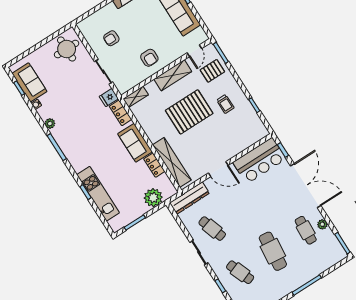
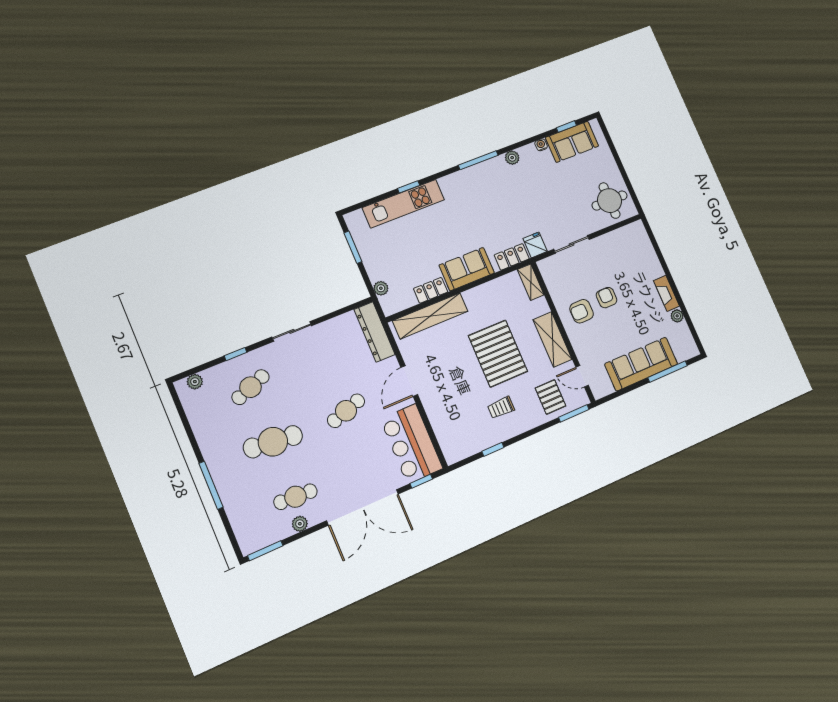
armchair: (111, 38) -> (607, 298), moved
plant: (153, 198) -> (381, 288), width x0.53, depth x0.53
cafe table: (212, 229) -> (346, 411), moved

